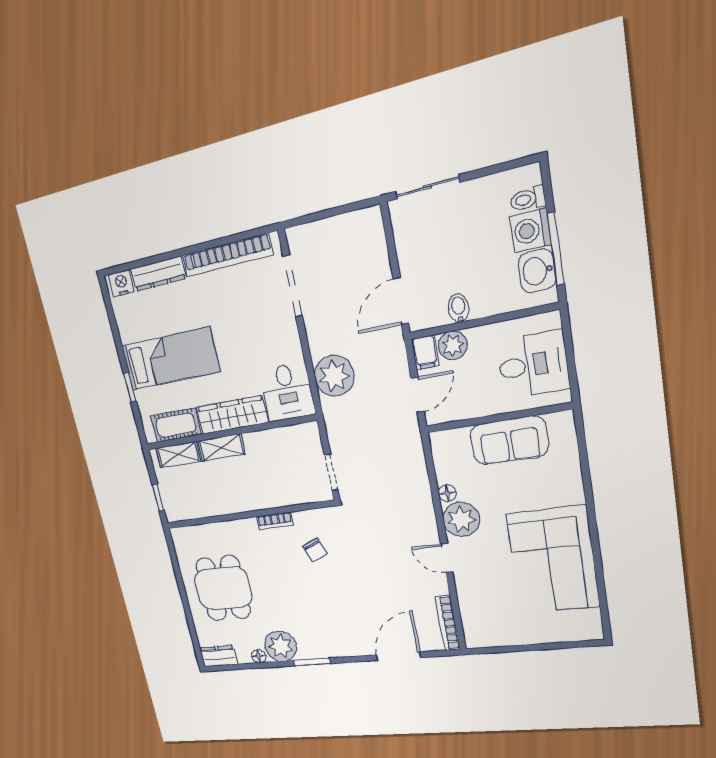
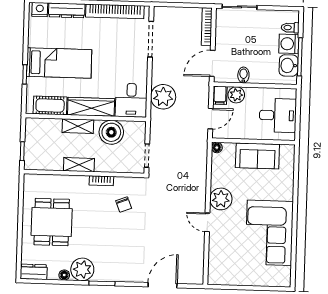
boiler: (271, 447) -> (111, 132), added
shelving: (178, 455) -> (79, 165), moved
floor lamp: (447, 493) -> (217, 148), moved
bookcase: (448, 623) -> (207, 27), moved

